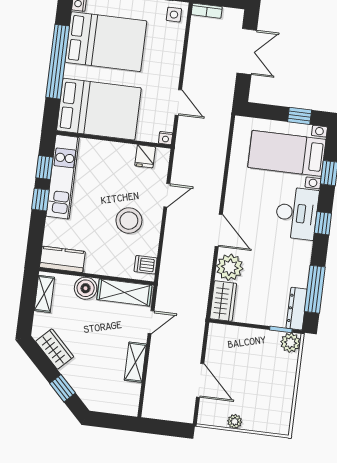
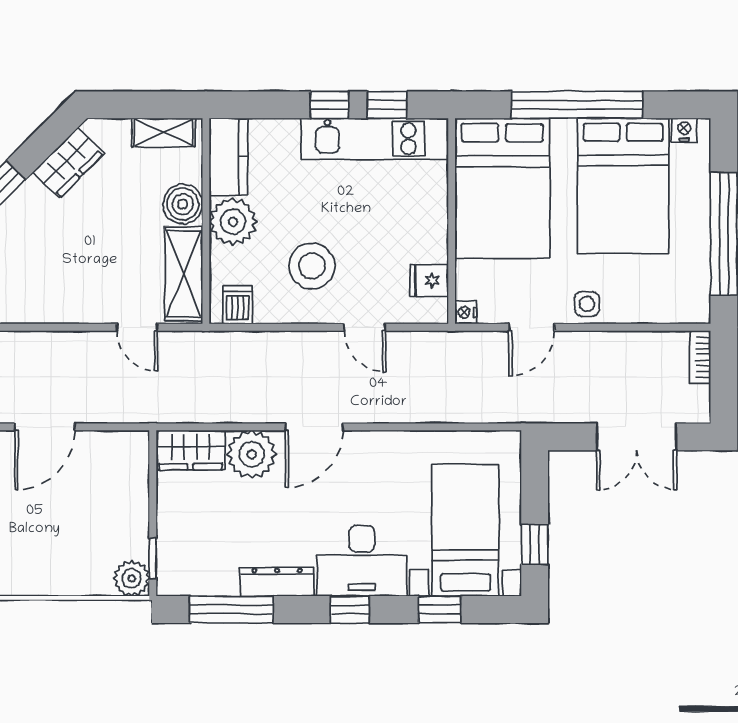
side table: (174, 15) -> (587, 304), moved
plant: (99, 261) -> (233, 222), added
dresser: (297, 309) -> (277, 582), moved
shelving: (135, 362) -> (63, 308), removed

